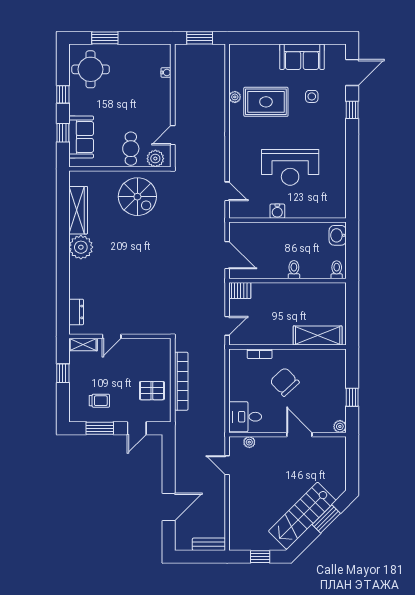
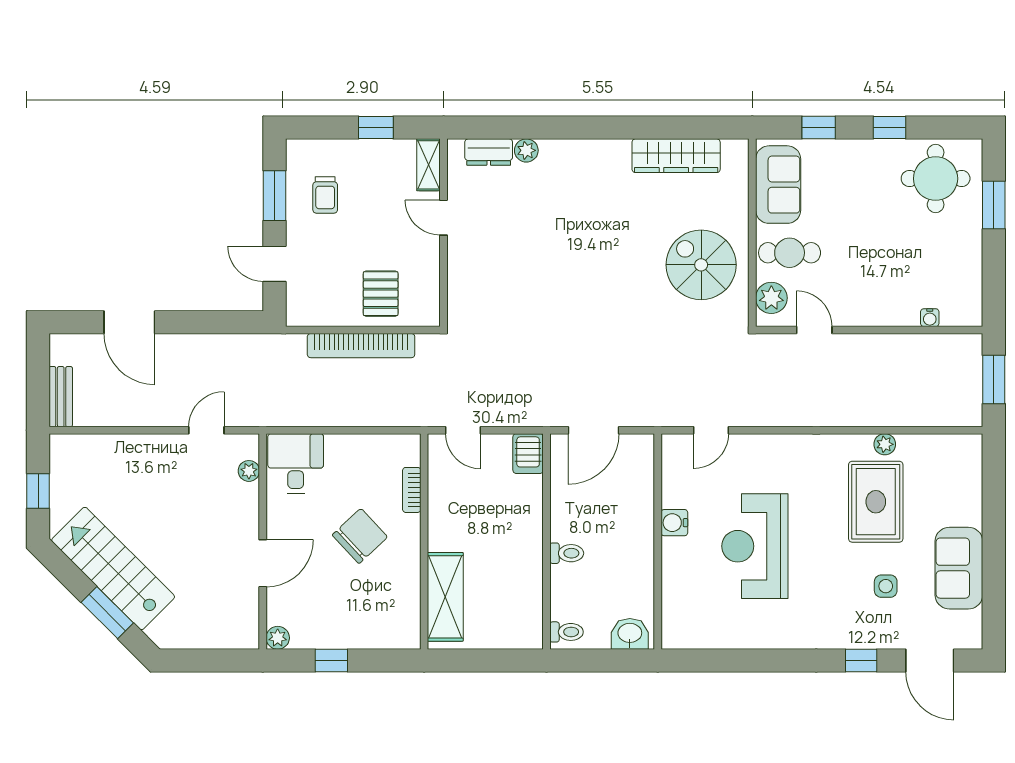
sofa: (81, 137) -> (778, 185), moved, turned -90
spiral stairs: (137, 197) -> (701, 265), turned 90
plant: (81, 247) -> (526, 150), moved, width x0.53, depth x0.53
pallet: (152, 391) -> (381, 294), moved

